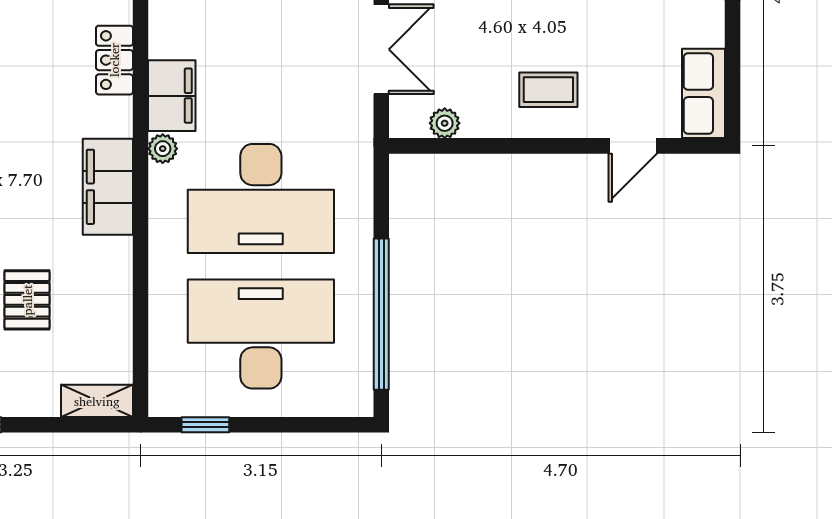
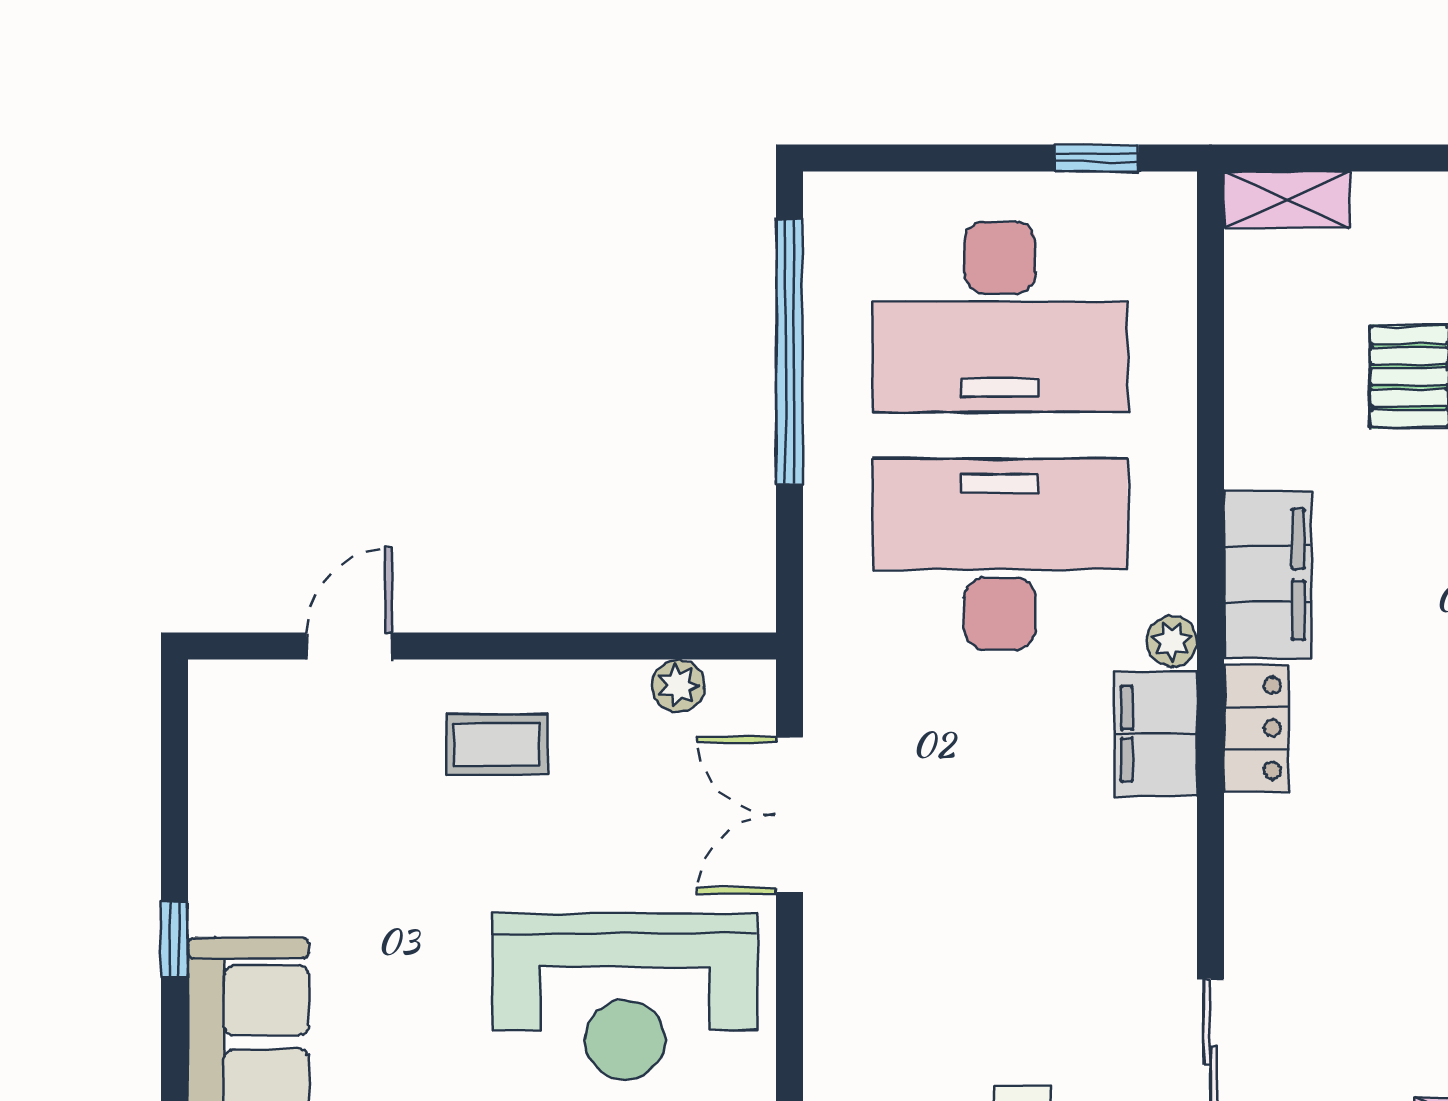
locker: (114, 60) -> (1256, 728), moved
row of seats: (703, 93) -> (225, 738), removed

